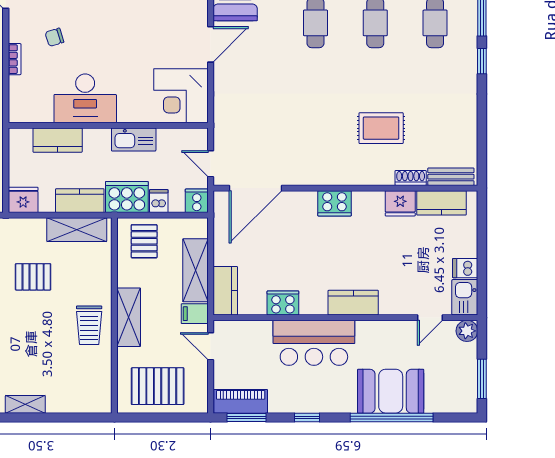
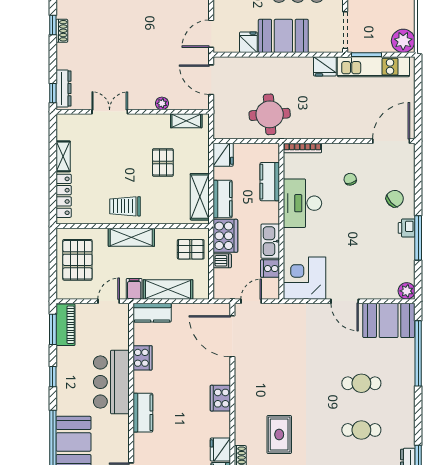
bookcase: (15, 59) -> (302, 148), moved, width x1.56
cooker: (197, 201) -> (270, 269), moved, turned 180
locker: (76, 404) -> (64, 196), added

